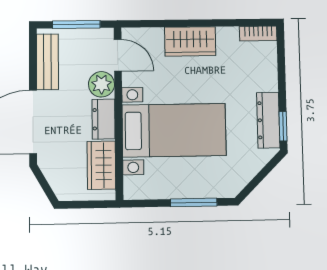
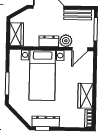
wardrobe: (190, 41) -> (85, 96), moved
wardrobe: (101, 165) -> (17, 34), moved, turned 90

